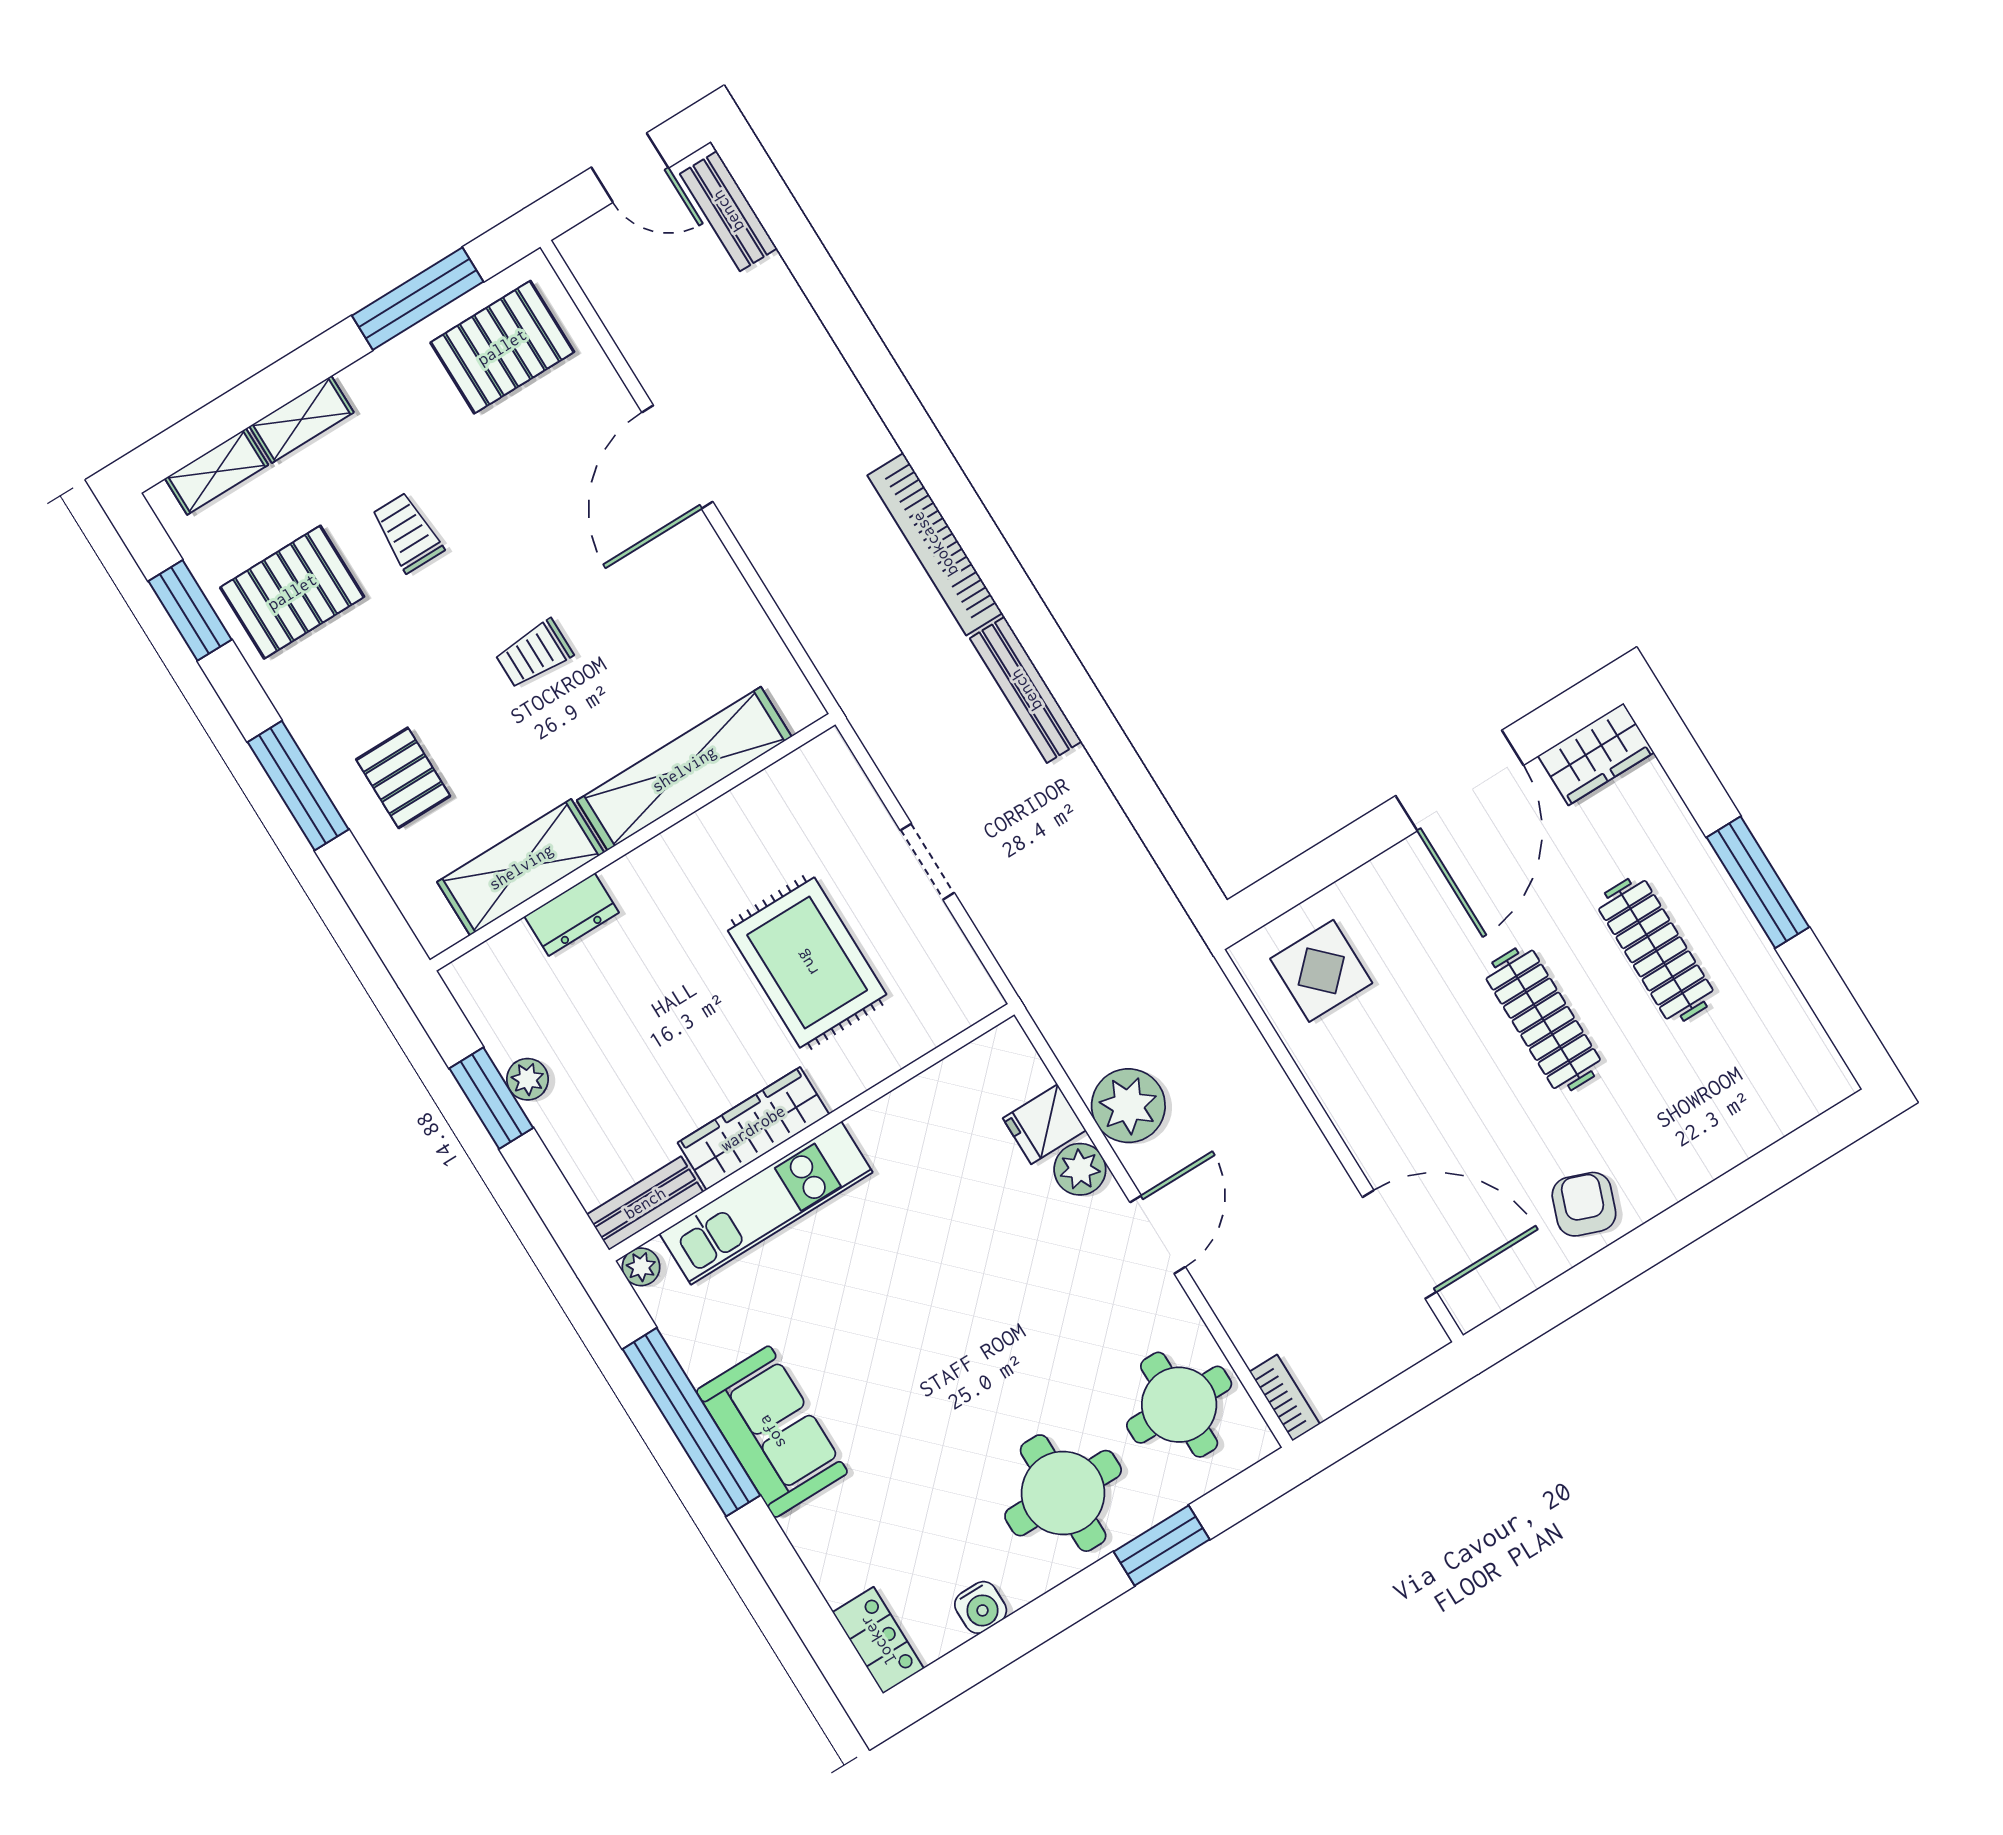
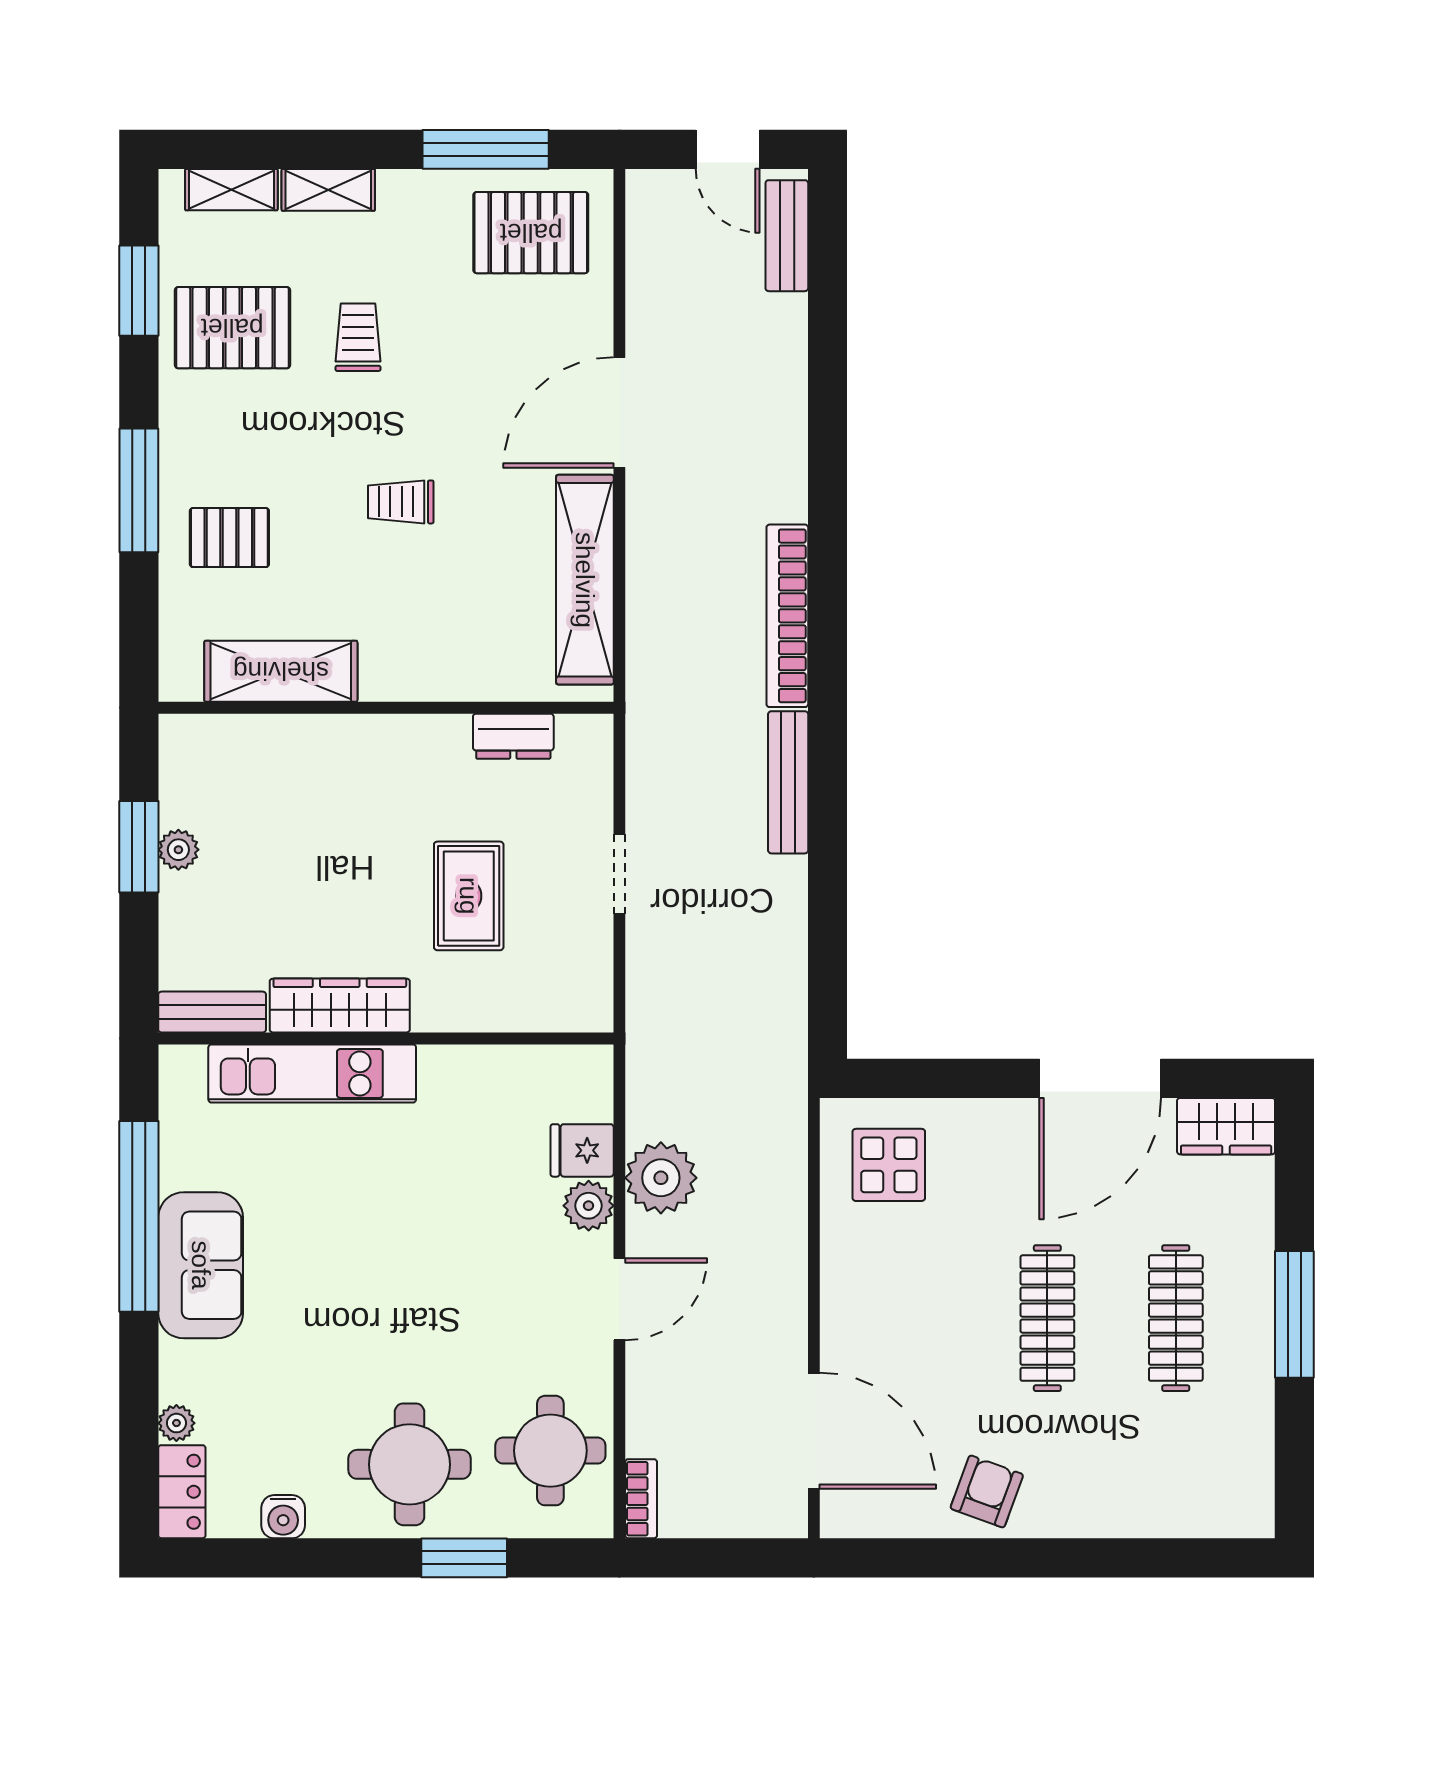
shelving: (684, 769) -> (585, 580), moved, turned 90
pallet: (403, 778) -> (229, 538), turned 90
dresser: (572, 914) -> (513, 736), moved
rug: (807, 963) -> (469, 896), width x0.73, depth x0.70
plant: (641, 1267) -> (176, 1423), moved

